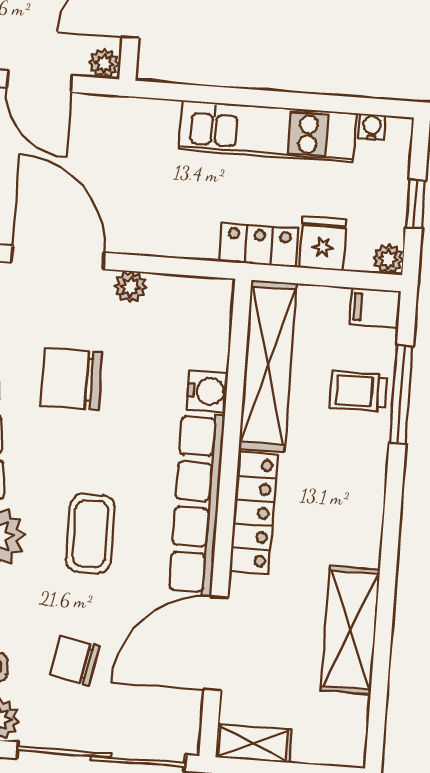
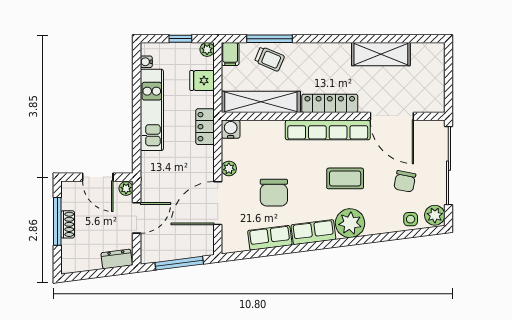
locker: (259, 245) -> (205, 127), moved
water cooler: (207, 391) -> (231, 129), moved
trolley: (358, 391) -> (269, 59), turned -67
shelving: (253, 743) -> (437, 95), removed

